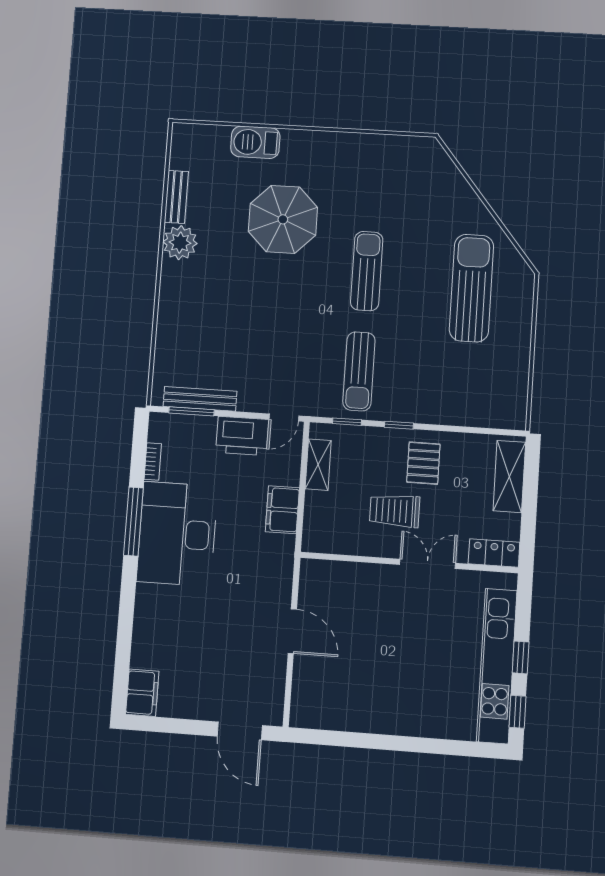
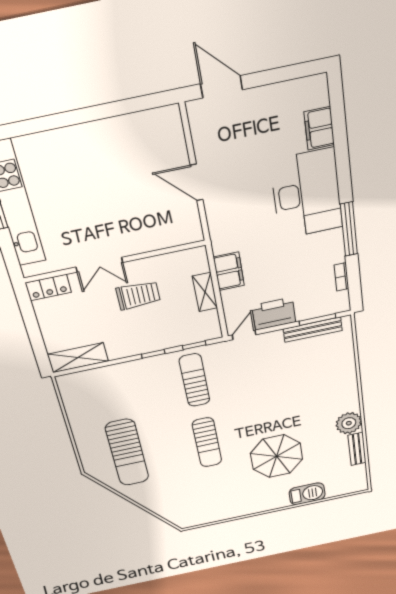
pallet: (423, 463) -> (126, 334), removed
shelving: (318, 465) -> (205, 292), moved
shelving: (509, 476) -> (78, 358), moved, turned 90
desk: (177, 534) -> (307, 194), moved
filing cabinet: (142, 693) -> (319, 128), moved

